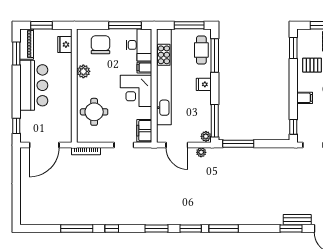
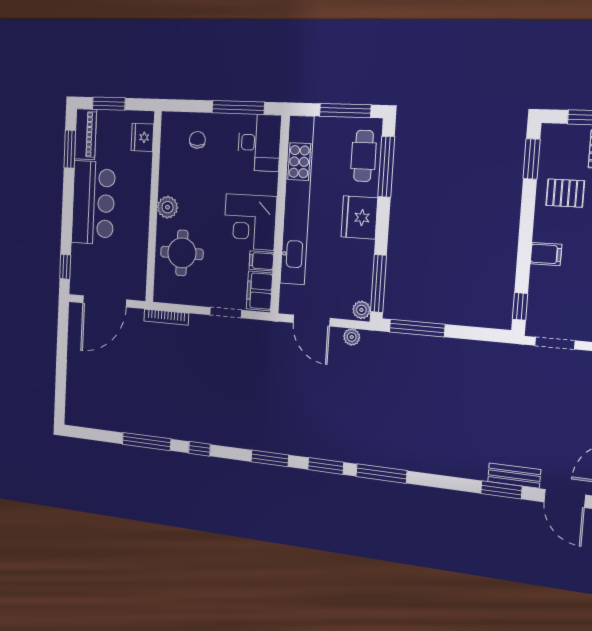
chair: (100, 45) -> (197, 140), width x0.54, depth x0.54
filing cabinet: (144, 68) -> (261, 261), moved
plant: (83, 71) -> (168, 207), moved
fridge: (204, 84) -> (359, 217), width x1.88, depth x1.34

